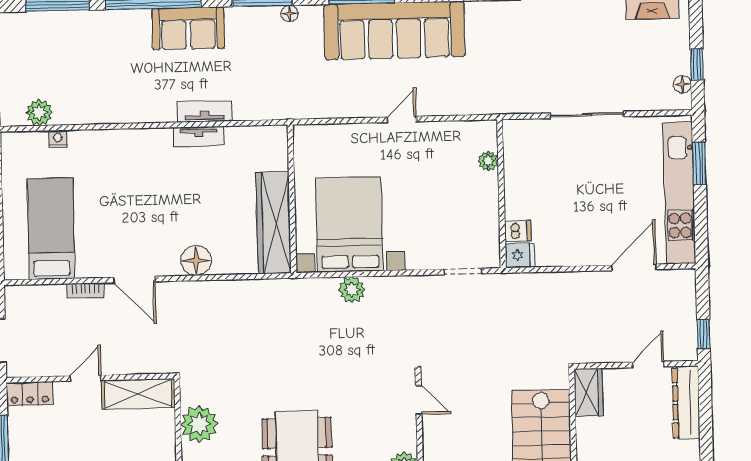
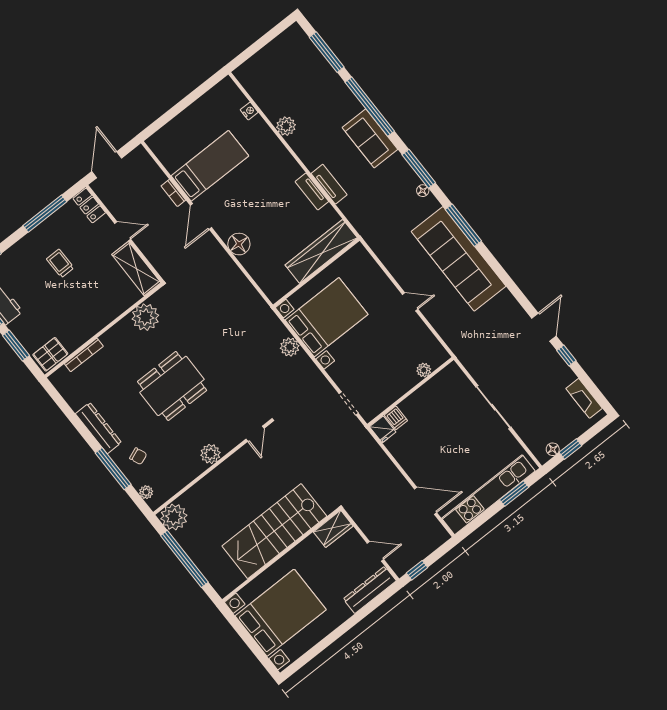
plant: (39, 112) -> (286, 126), moved
wardrobe: (274, 223) -> (321, 251), moved
bed: (51, 229) -> (210, 166), moved

